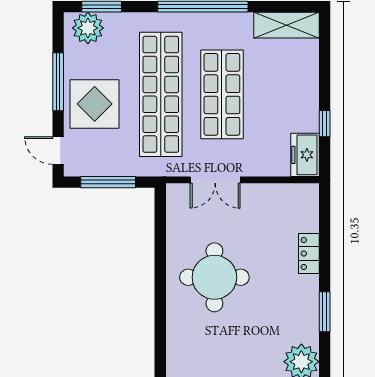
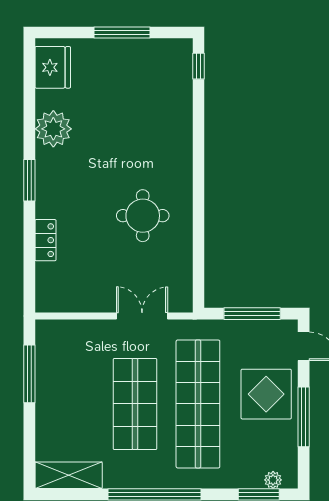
plant: (88, 28) -> (273, 480), width x0.53, depth x0.53
window: (325, 124) -> (29, 374), width x2.17
freezer: (305, 155) -> (50, 342), removed
round table: (214, 277) -> (143, 216), width x0.73, depth x0.73

